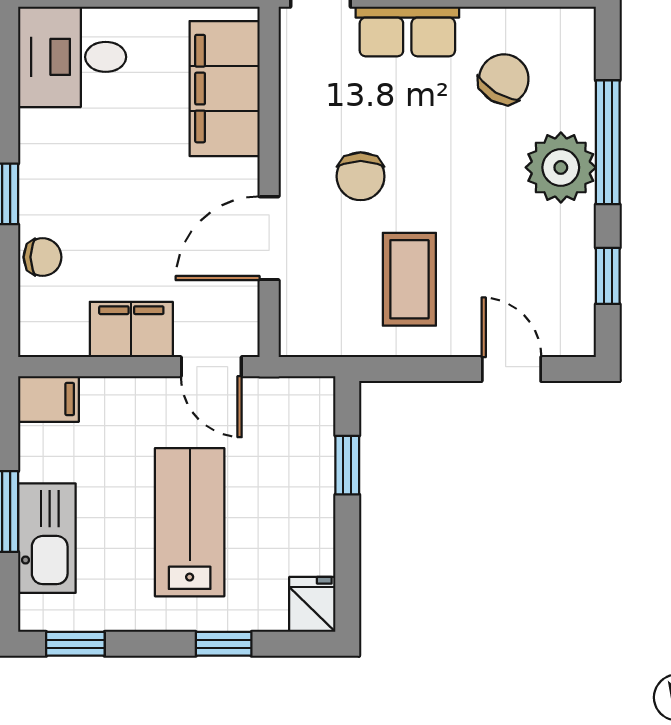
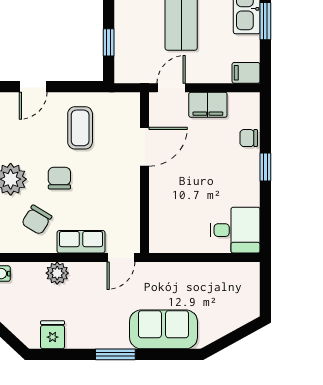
filing cabinet: (225, 89) -> (165, 216), removed
chair: (361, 176) -> (59, 178), moved
door: (211, 367) -> (171, 88), hinge flipped
door: (511, 369) -> (33, 87), hinge flipped

